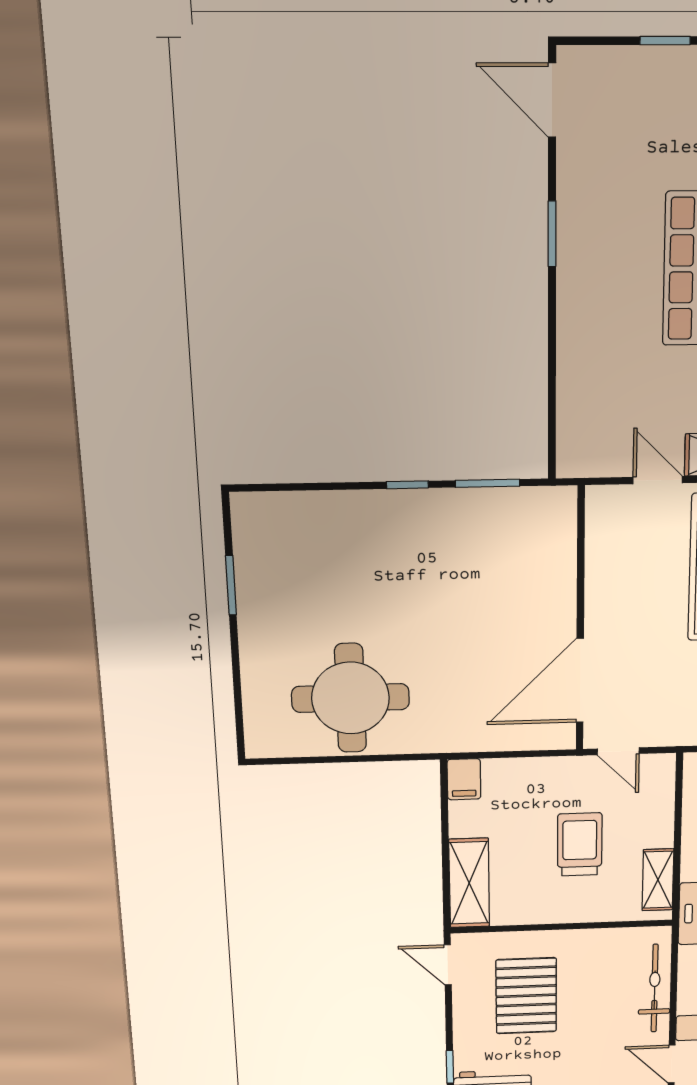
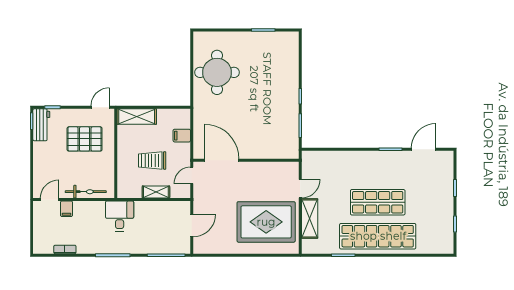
door: (552, 100) -> (424, 149), moved
filing cabinet: (464, 779) -> (182, 136), moved
trolley: (580, 844) -> (152, 160), turned 180
shelving: (658, 880) -> (156, 192), moved

